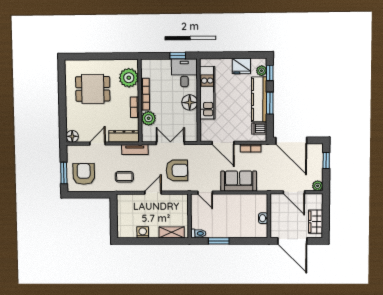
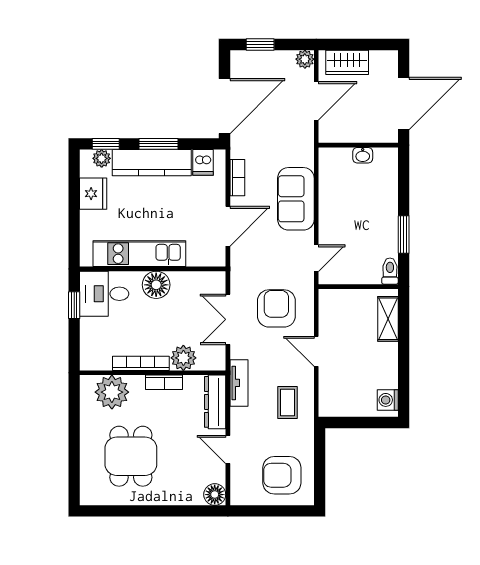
window: (64, 173) -> (280, 511), removed
wardrobe: (316, 222) -> (347, 62), moved
washing machine: (143, 232) -> (388, 400), moved

